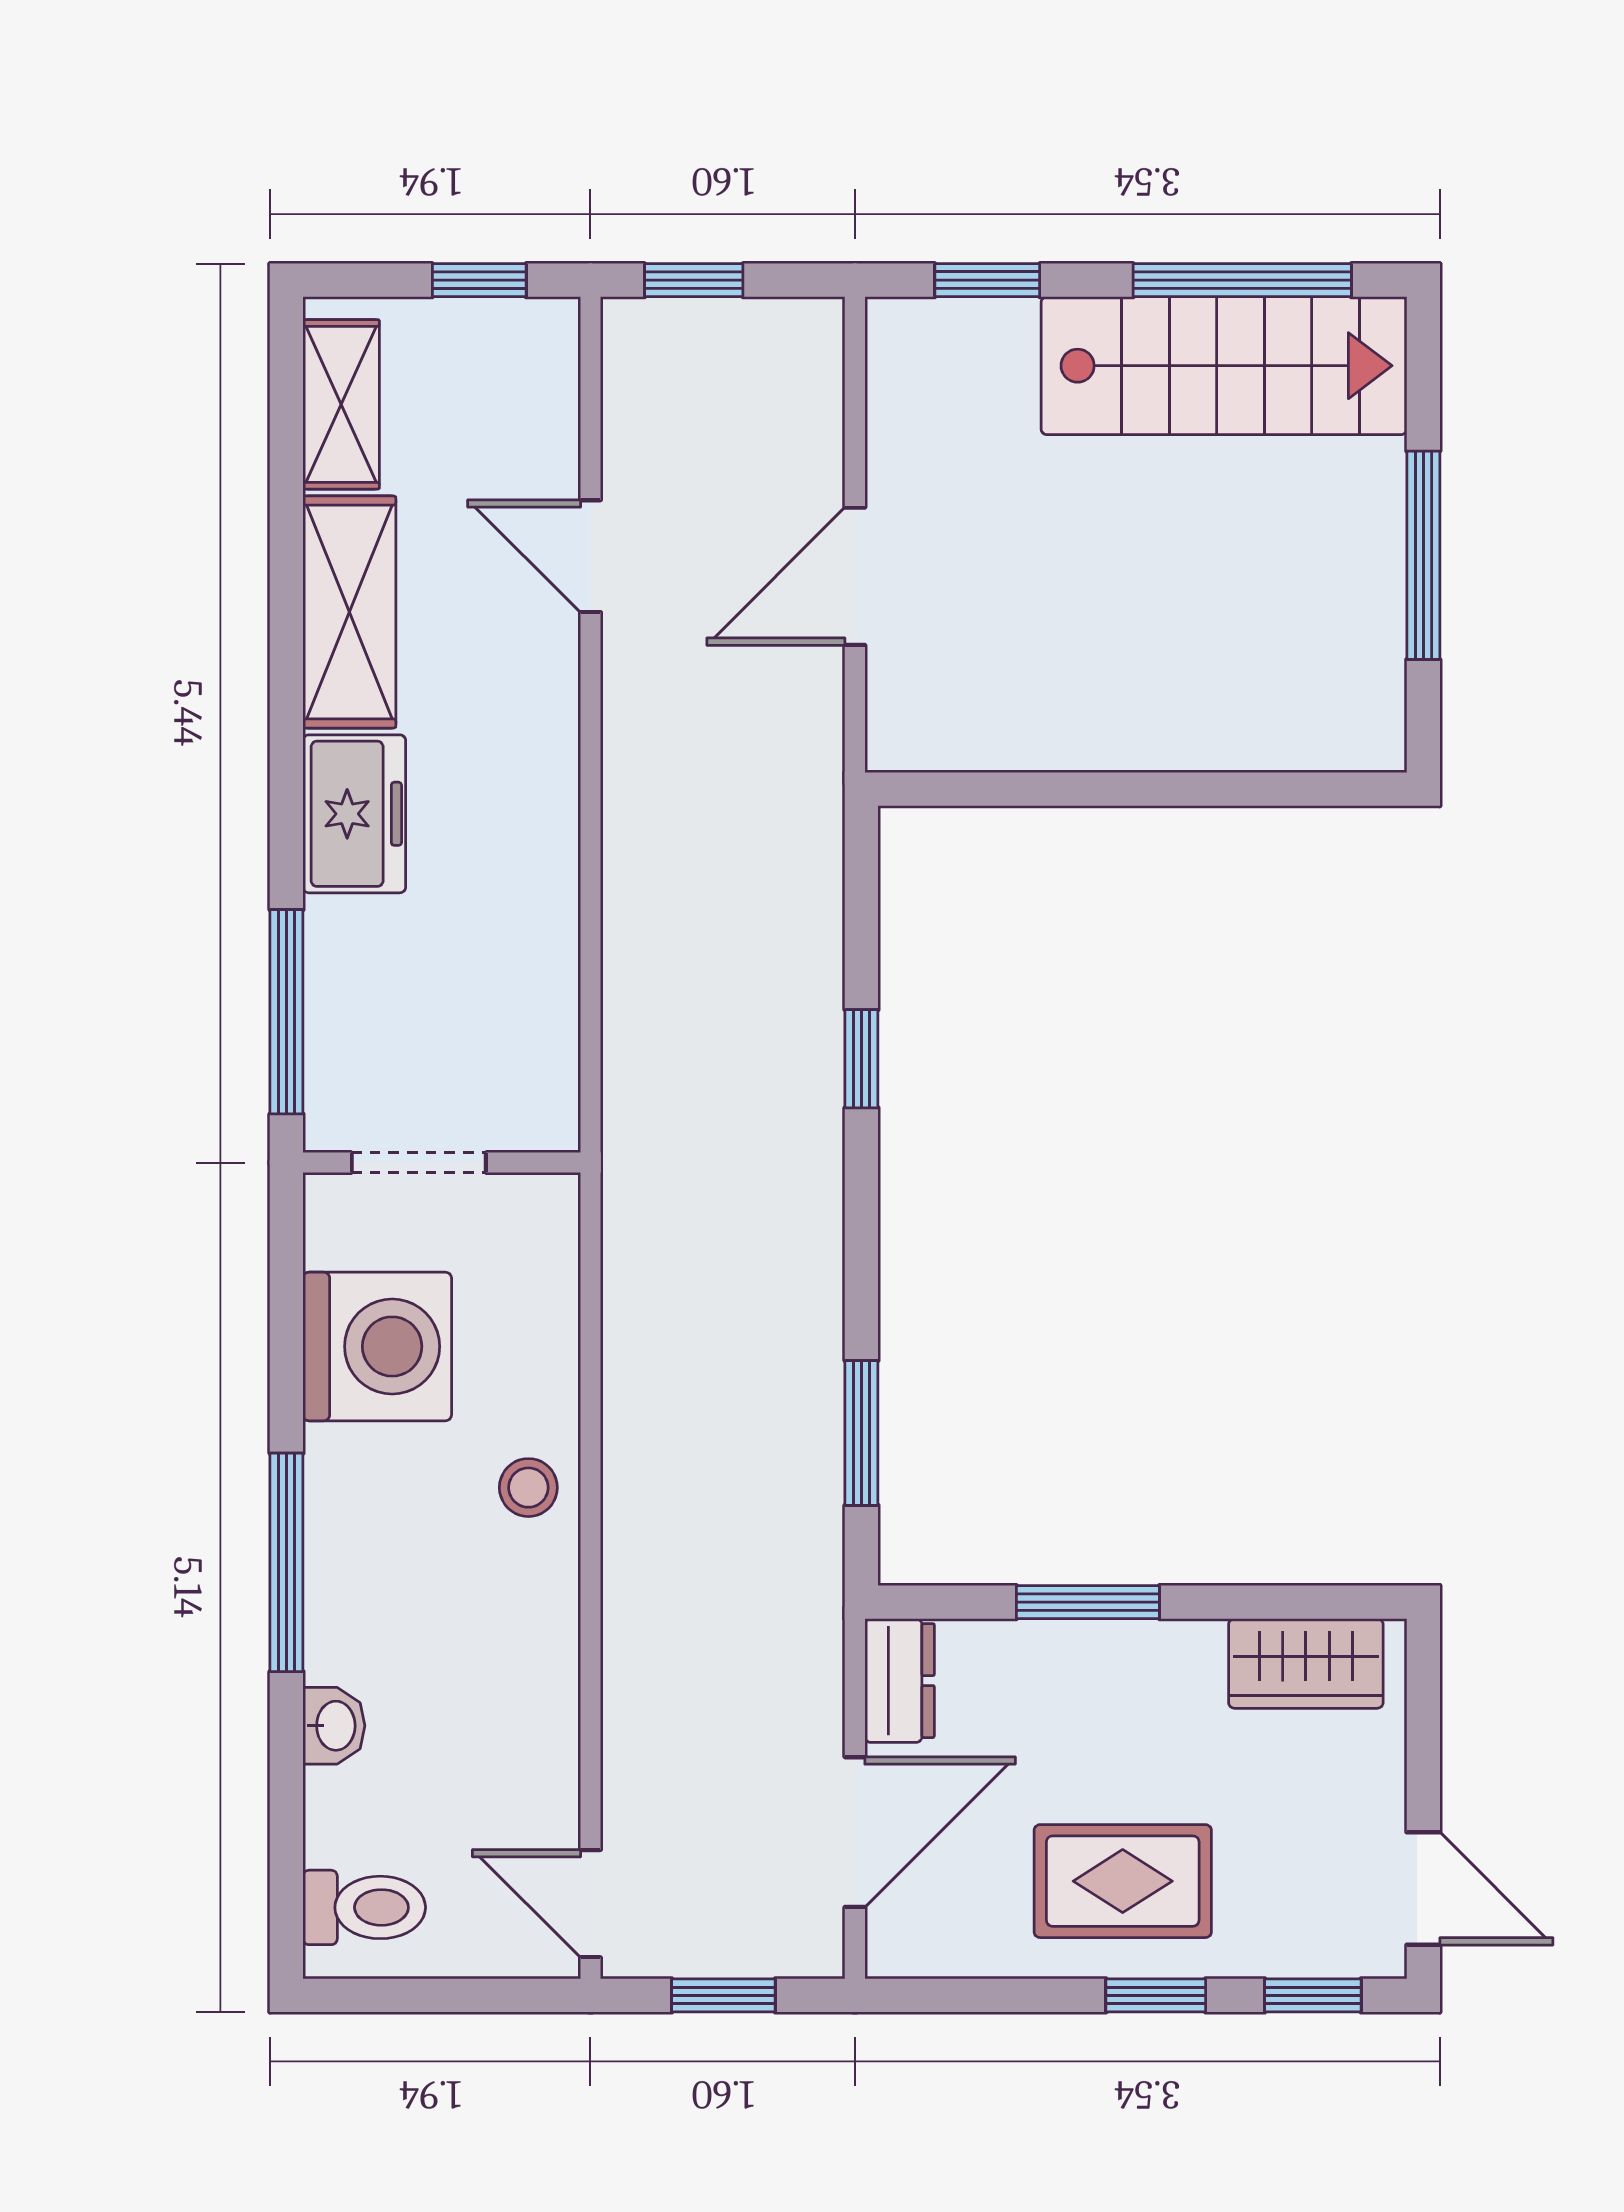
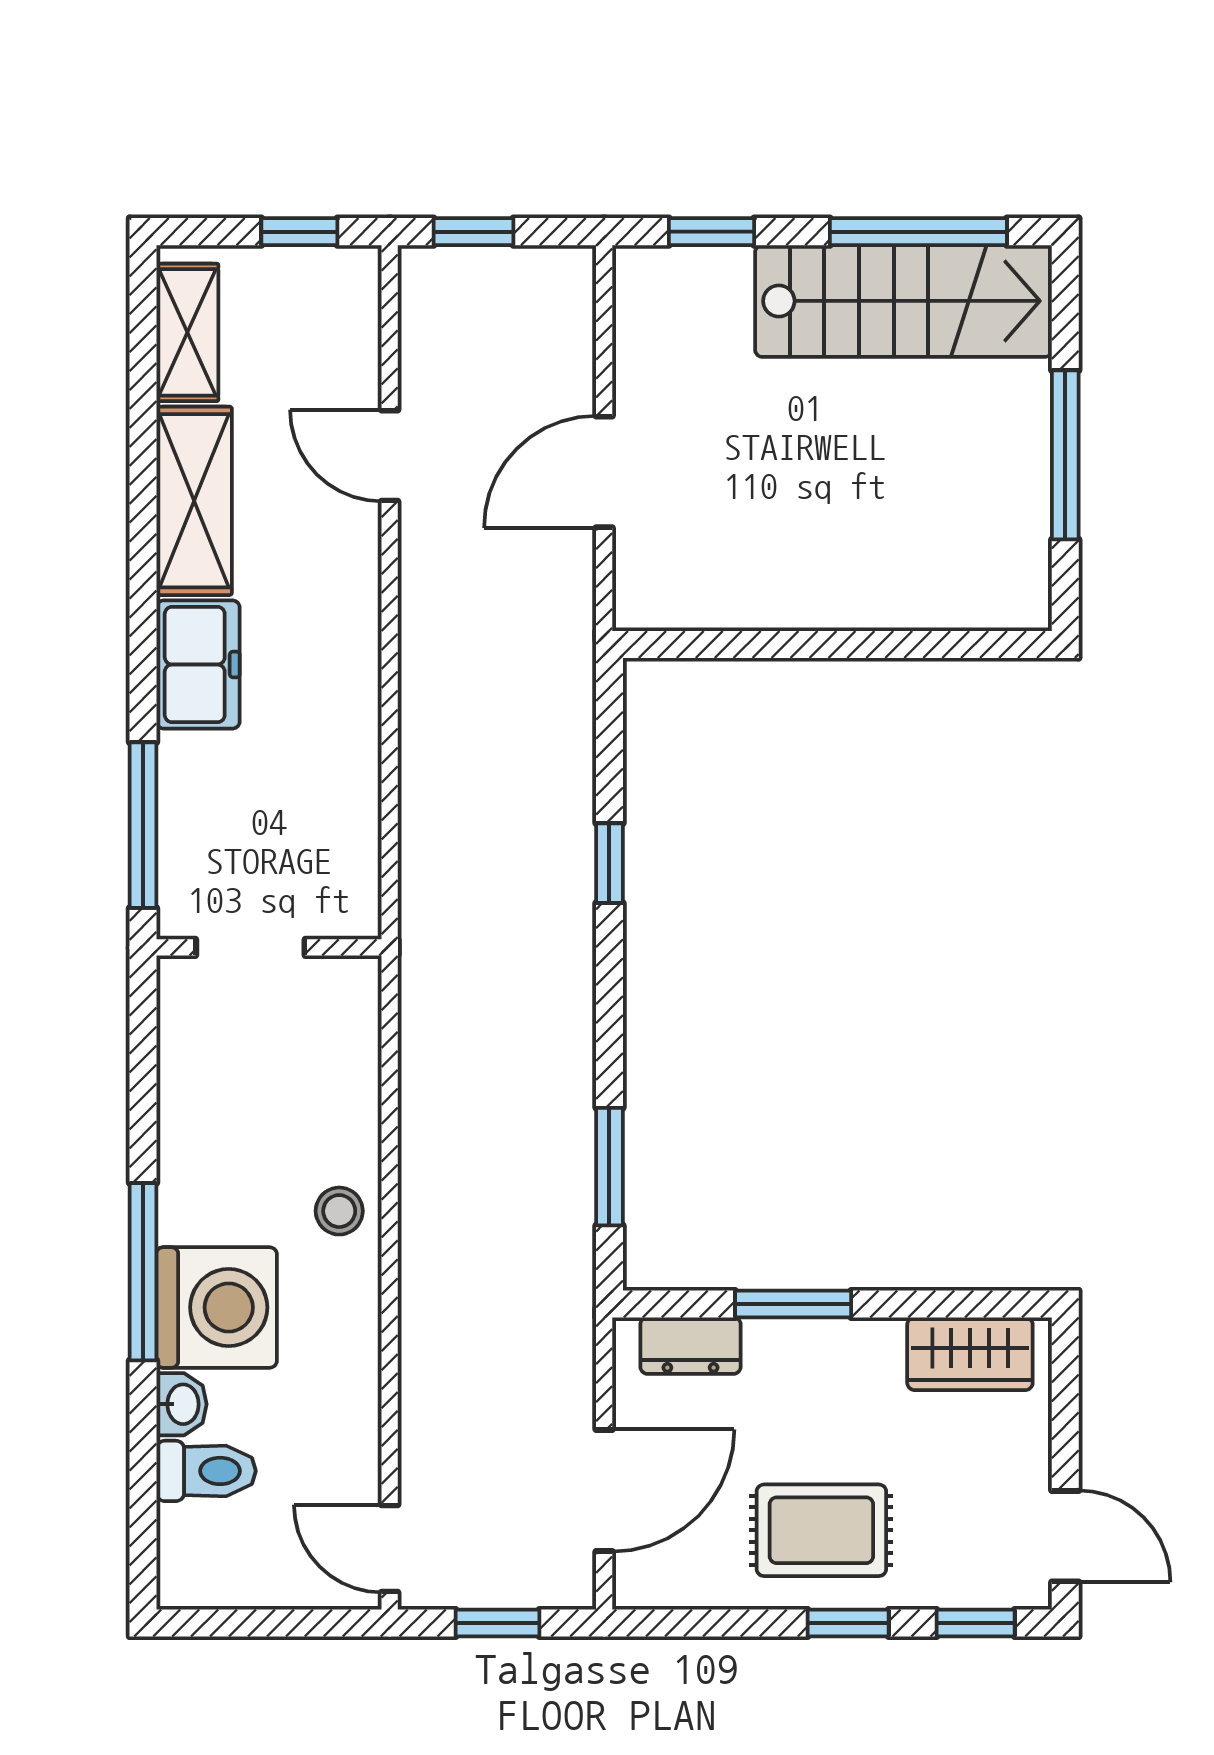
washing machine: (377, 1346) -> (217, 1307), moved
dresser: (900, 1681) -> (691, 1346), moved, turned 90
toilet: (364, 1907) -> (206, 1471), moved

